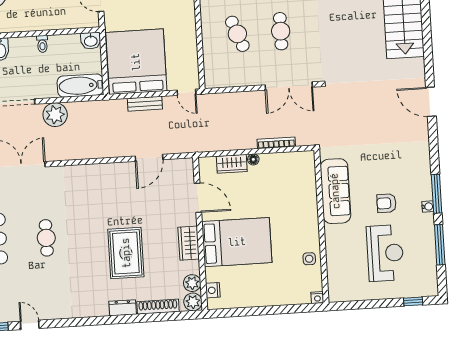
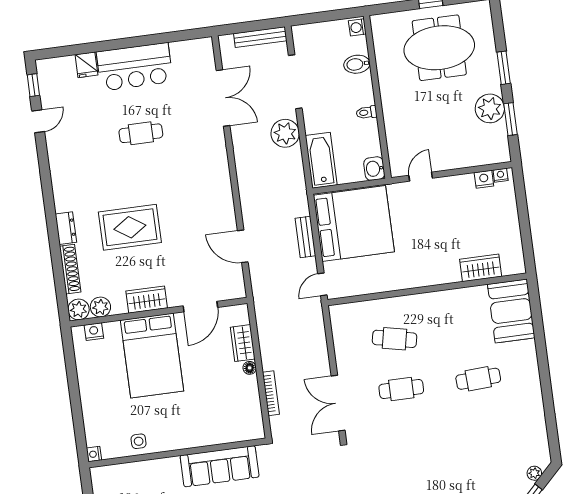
cafe table: (237, 34) -> (395, 339), turned 33

